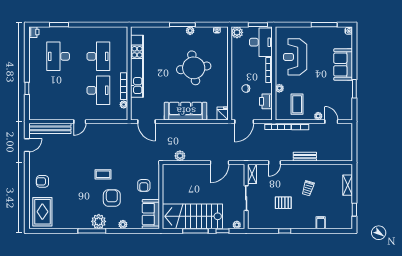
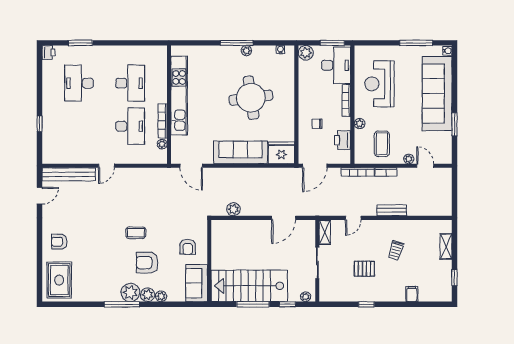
sofa: (343, 65) -> (437, 94), width x1.85, depth x1.27
fridge: (223, 113) -> (281, 153), width x1.88, depth x1.34
armchair: (112, 198) -> (147, 263), turned -90
plant: (112, 223) -> (148, 295), added

